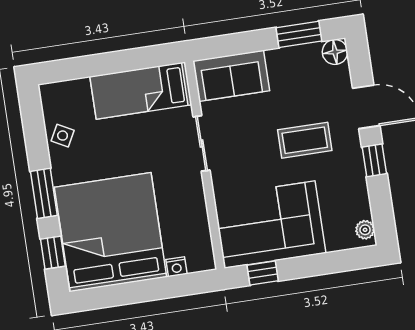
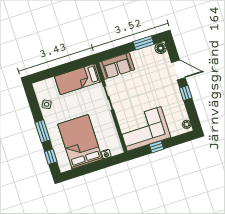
coffee table: (305, 140) -> (154, 89), removed
bed: (110, 232) -> (80, 142), width x0.73
window: (263, 273) -> (157, 147), moved

